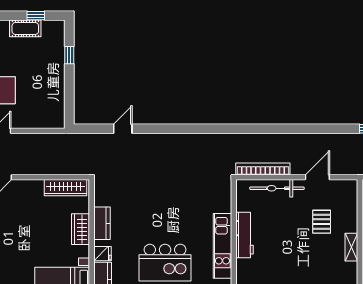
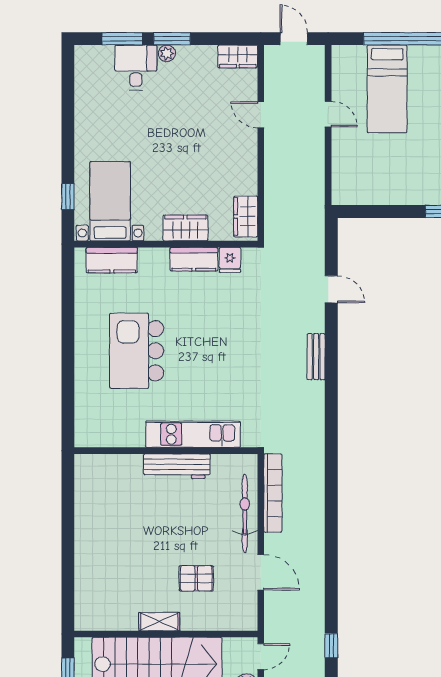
bench: (169, 139) -> (316, 357), added
wardrobe: (66, 188) -> (246, 216), width x0.67
kitchen unit: (222, 246) -> (193, 434), moved
fridge: (102, 254) -> (230, 260), moved

